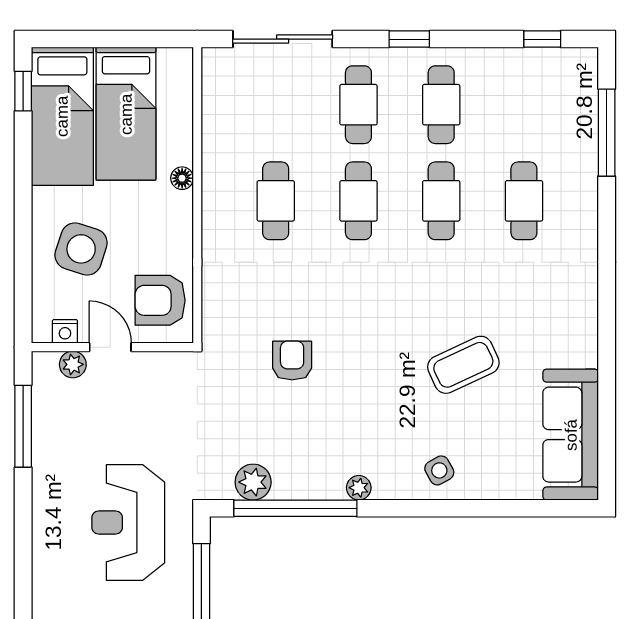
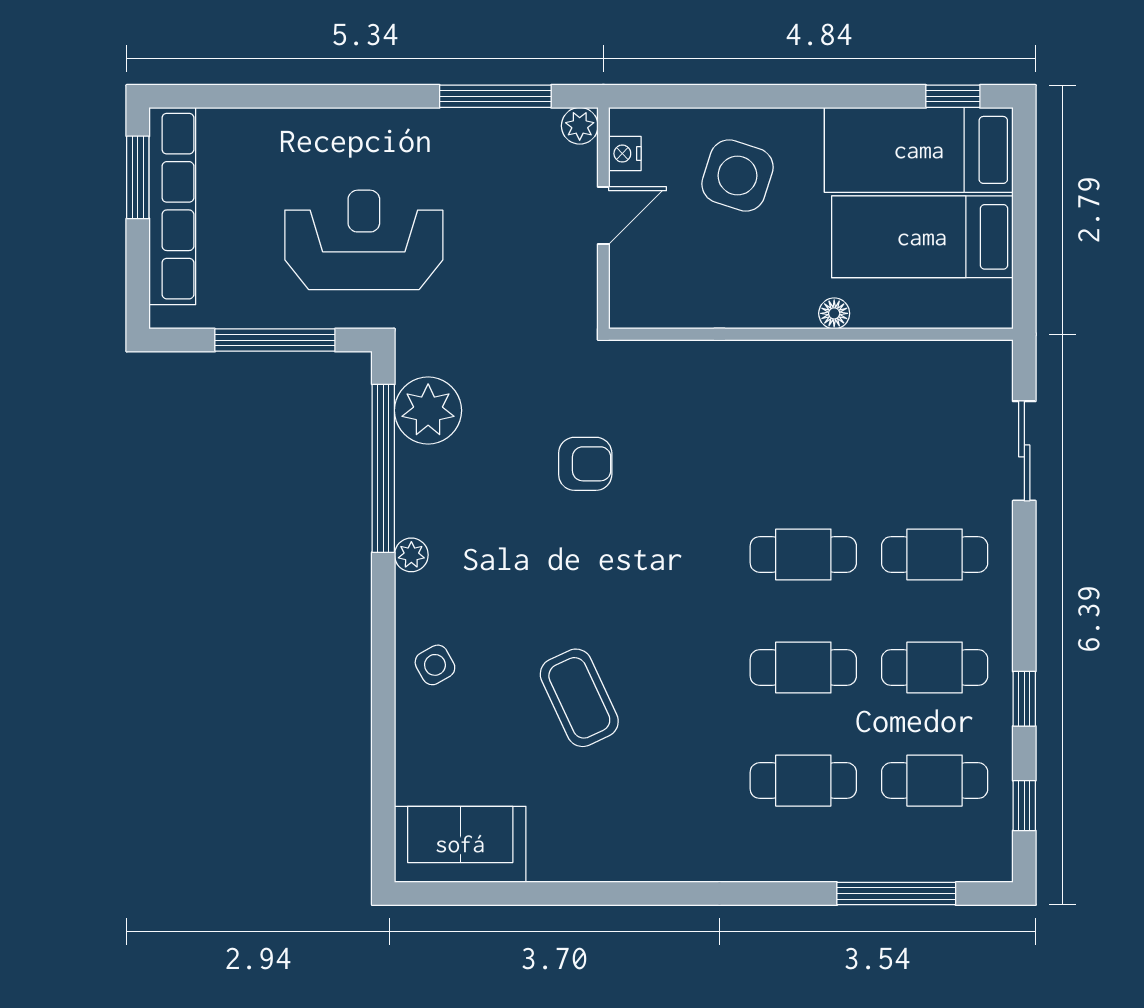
sliding door: (283, 39) -> (1024, 451), width x0.73
window: (409, 39) -> (1024, 699), moved
cafe table: (276, 201) -> (935, 781), moved
armchair: (160, 300) -> (667, 283), removed
plant: (73, 364) -> (580, 126), moved
sofa: (571, 435) -> (460, 844), width x0.73
plant: (253, 482) -> (428, 410), width x1.36, depth x1.36

